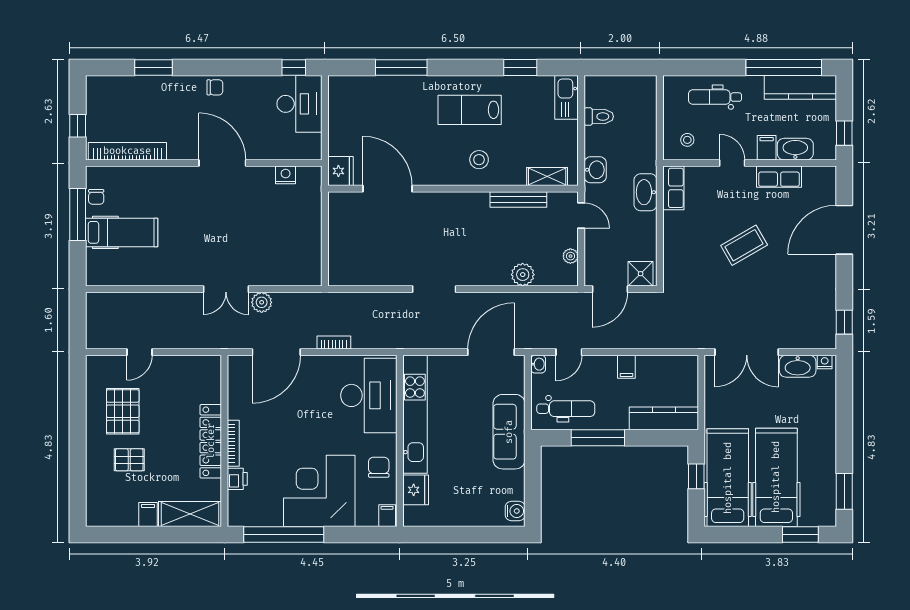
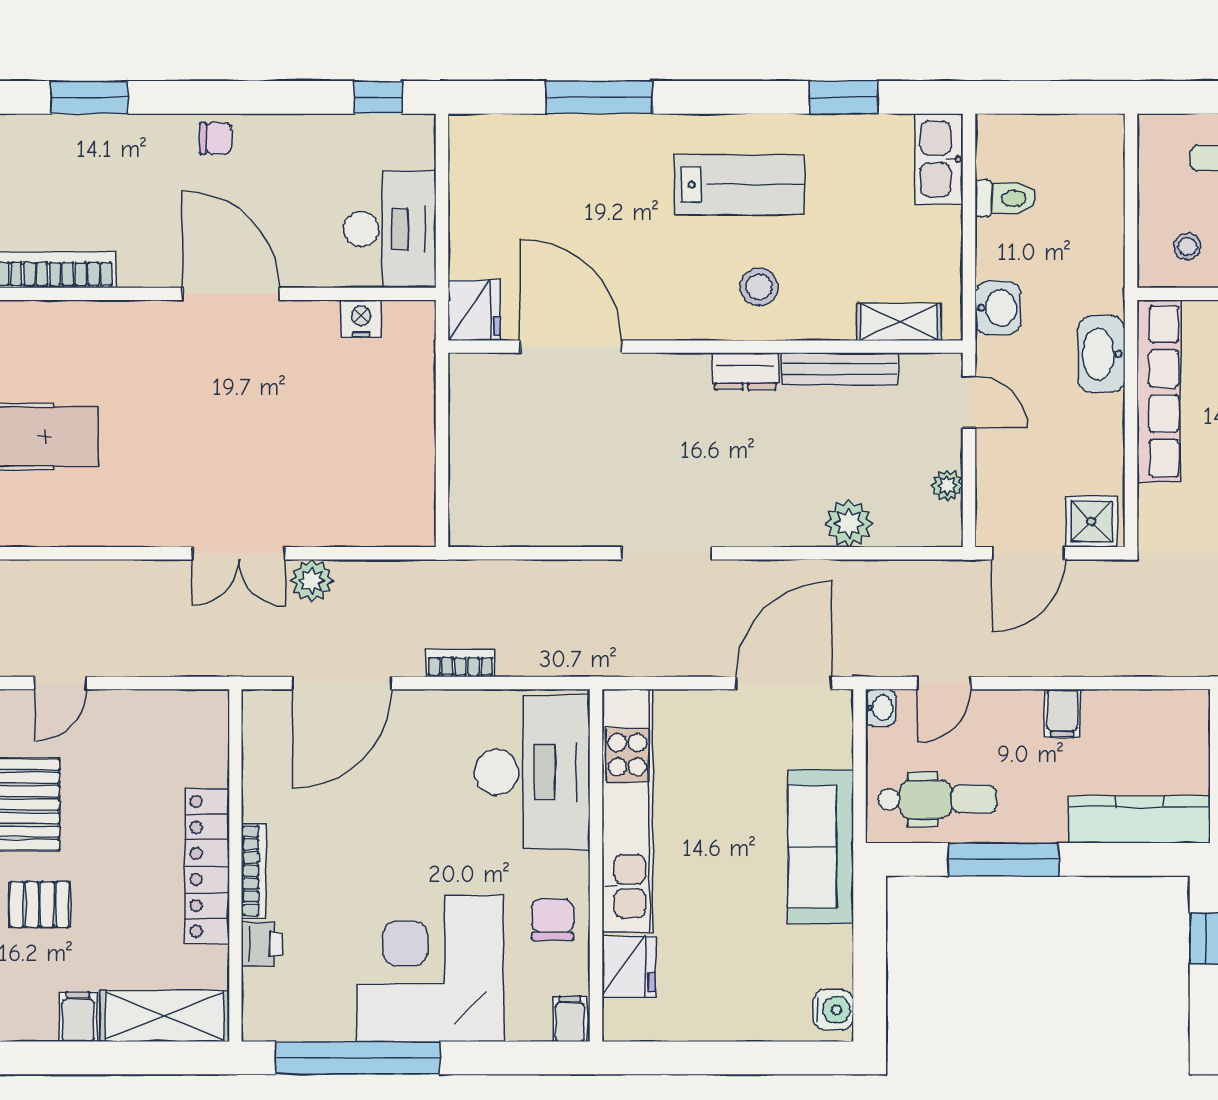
desk: (300, 104) -> (390, 229), moved
lab bench: (470, 110) -> (740, 185), turned 180
row of seats: (673, 188) -> (1159, 391), width x2.02
dresser: (472, 201) -> (745, 371), added

